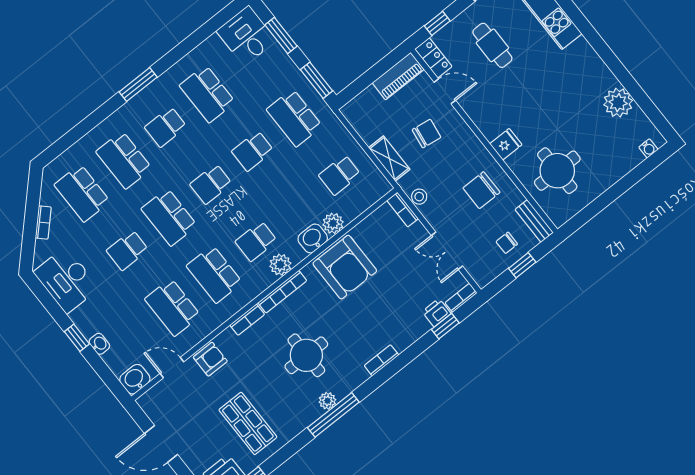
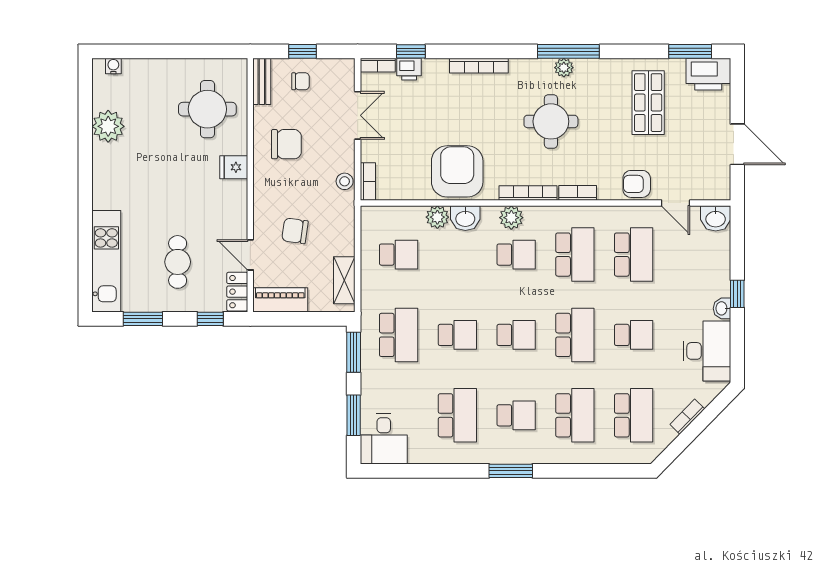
shelving: (389, 158) -> (344, 280), moved
washbasin: (99, 344) -> (722, 308), moved
bookcase: (381, 360) -> (479, 66), width x1.56

